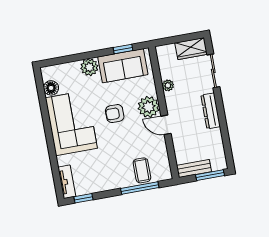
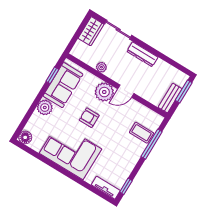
floor lamp: (51, 88) -> (25, 137), moved
armchair: (115, 114) -> (89, 118), turned 90

